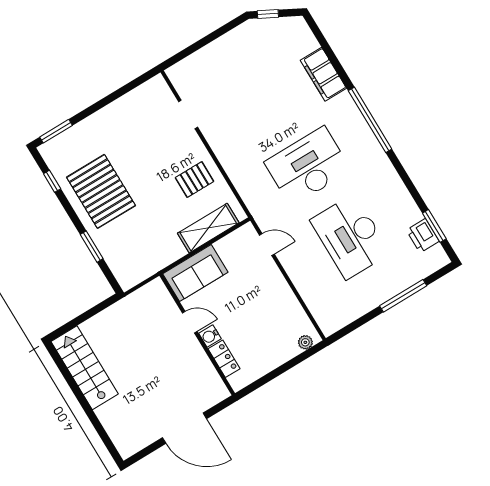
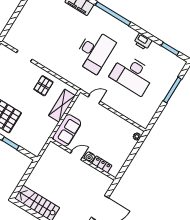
desk: (308, 166) -> (94, 51), turned 180
printer: (423, 236) -> (143, 42), moved

